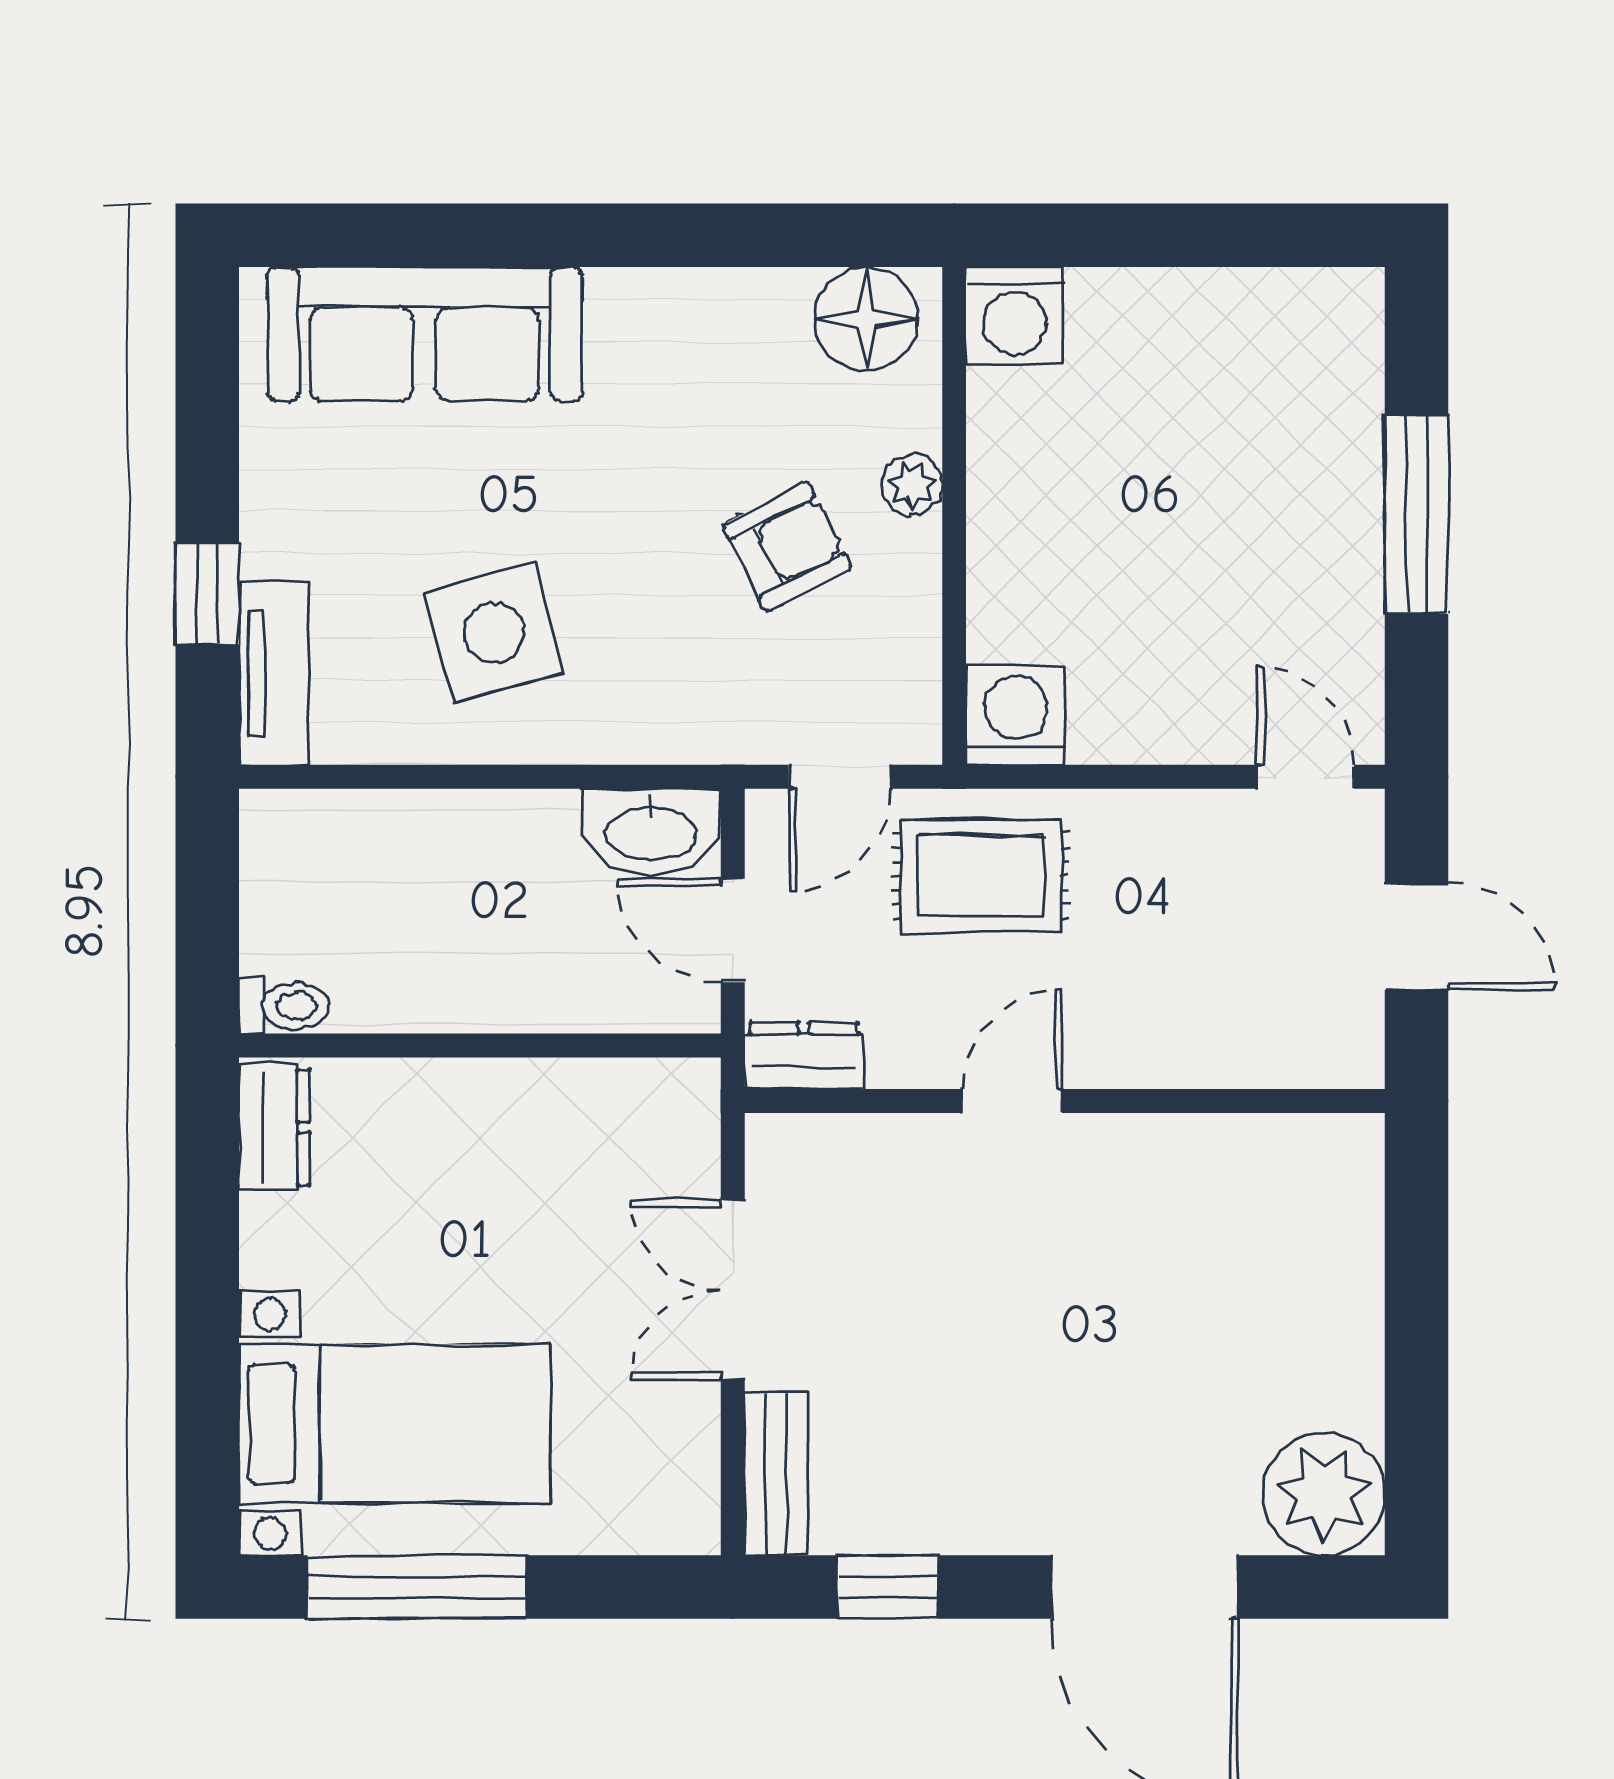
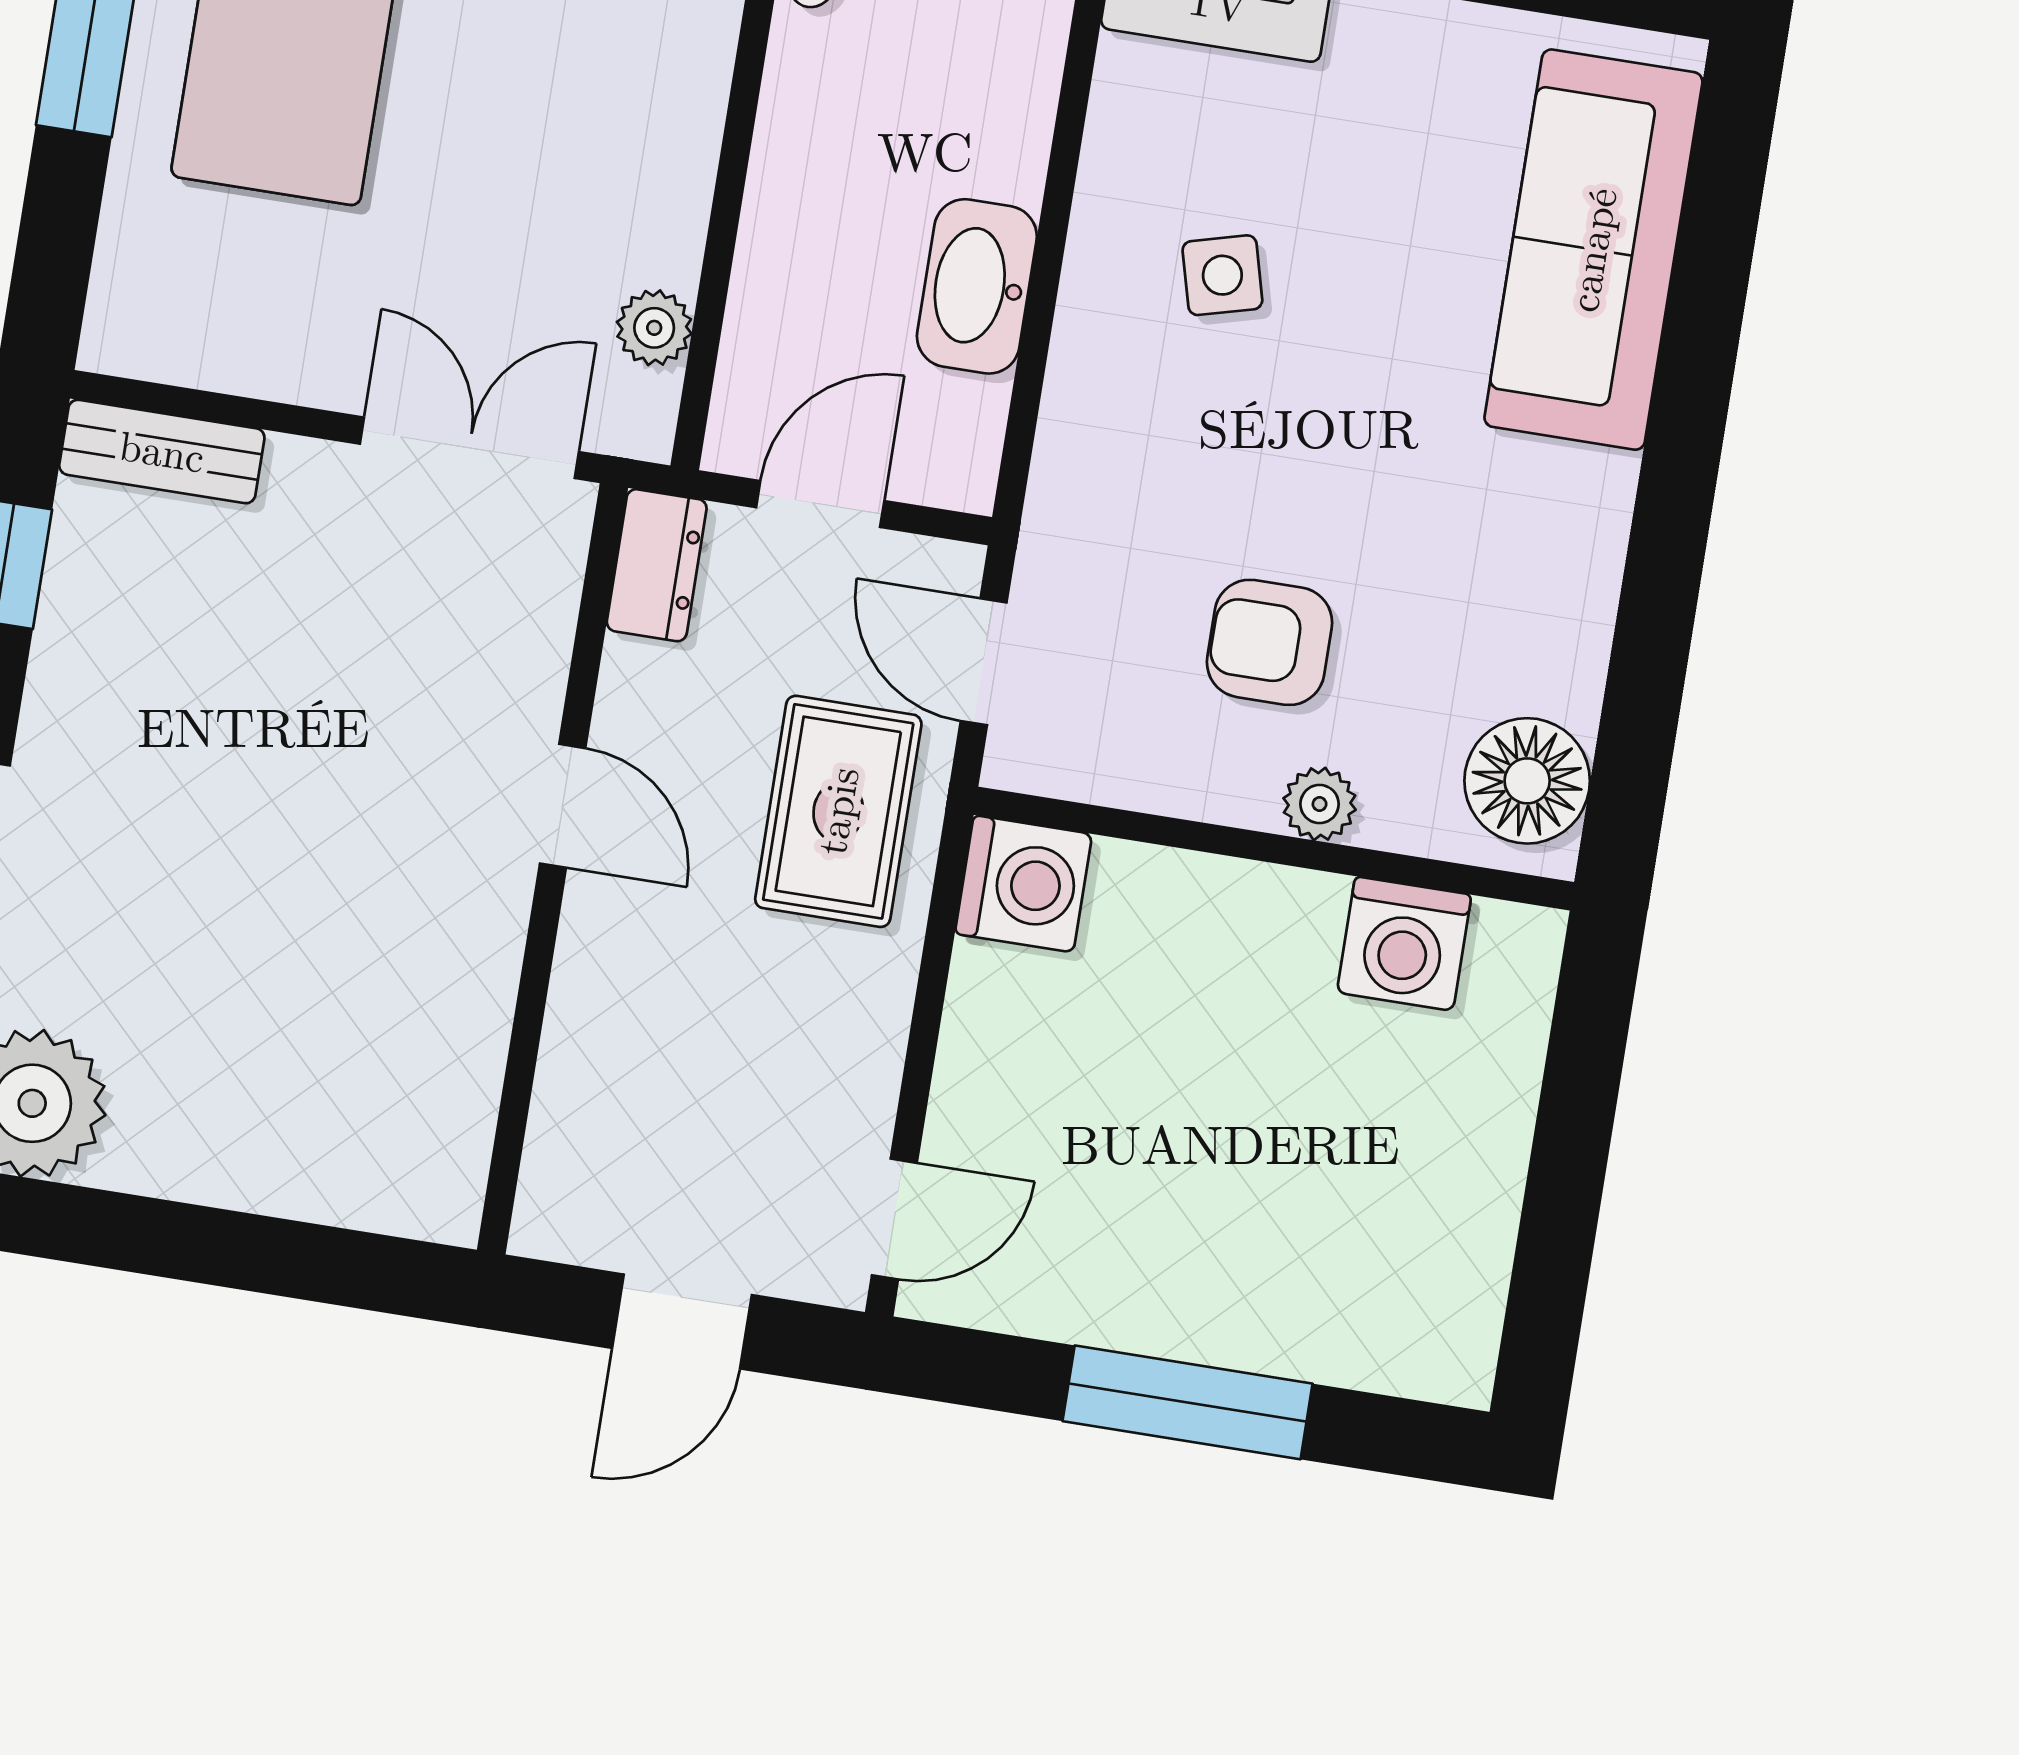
washing machine: (1015, 316) -> (1404, 944), moved, turned -90
armchair: (787, 547) -> (1269, 642), turned 117
side table: (494, 633) -> (1222, 275), width x0.54, depth x0.54
washbasin: (651, 831) -> (977, 286), moved
plant: (611, 1089) -> (654, 328), added
double door: (733, 1290) -> (469, 448), moved

